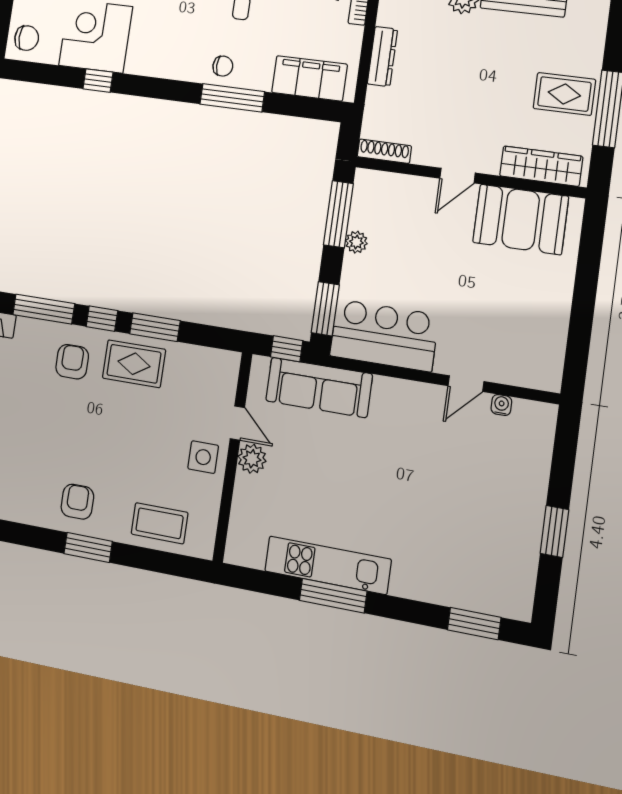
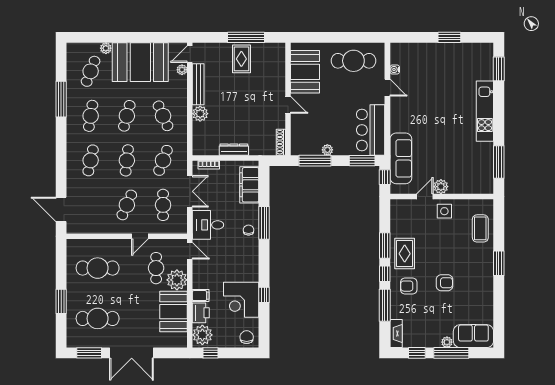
wardrobe: (541, 166) -> (278, 65), removed
cafe table: (531, 323) -> (353, 61), added
armchair: (77, 502) -> (445, 283), moved, turned 180
kitchen unit: (328, 565) -> (485, 111), moved
window: (333, 596) -> (499, 162), moved

